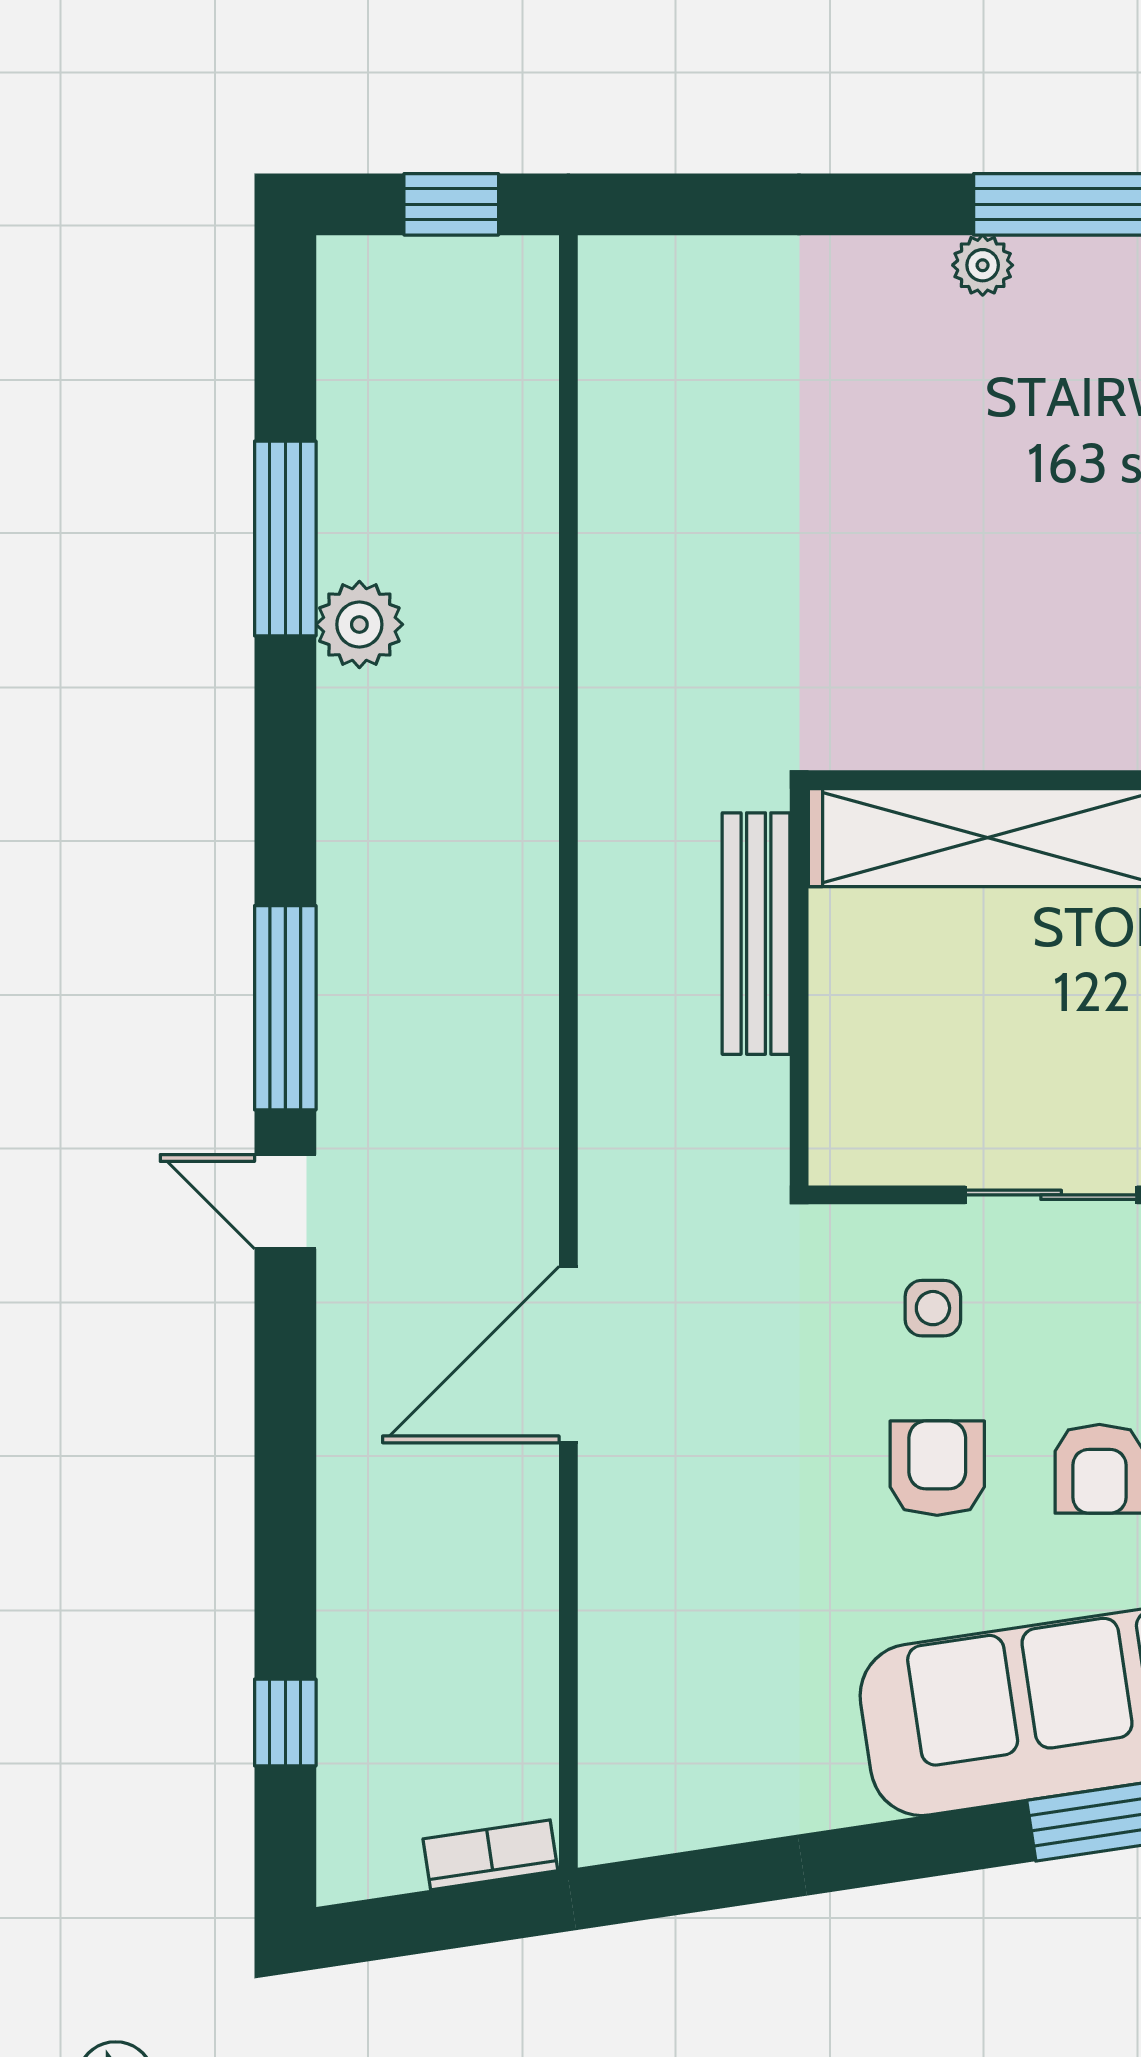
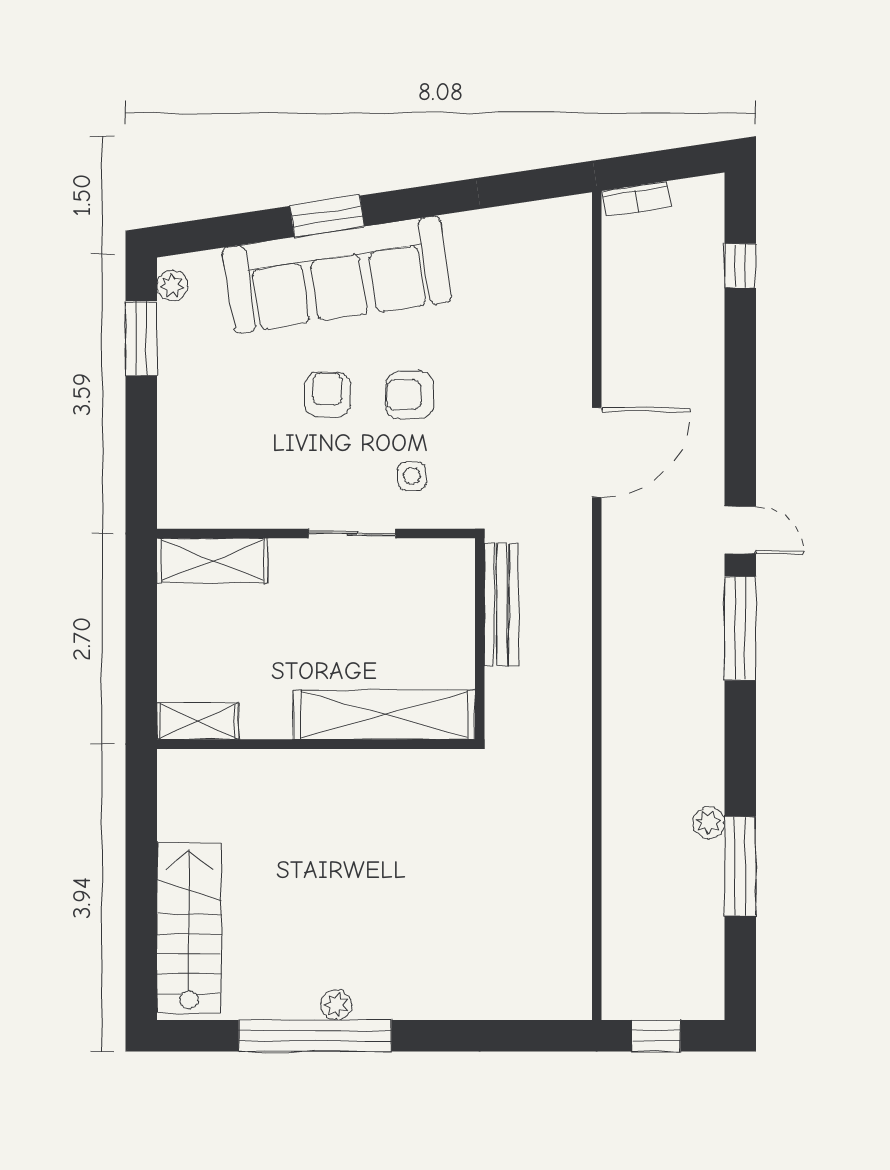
plant: (983, 265) -> (336, 1005), moved
plant: (359, 624) -> (709, 823), width x0.73, depth x0.73
bench: (756, 934) -> (502, 604), moved
armchair: (937, 1468) -> (410, 395), turned 90

